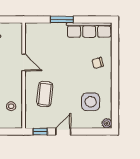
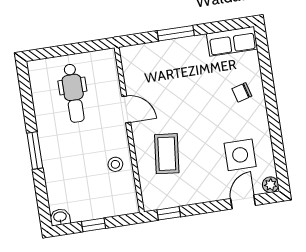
row of seats: (89, 30) -> (232, 41), width x0.68
stool: (11, 106) -> (115, 164), moved
door: (63, 132) -> (243, 202), moved

